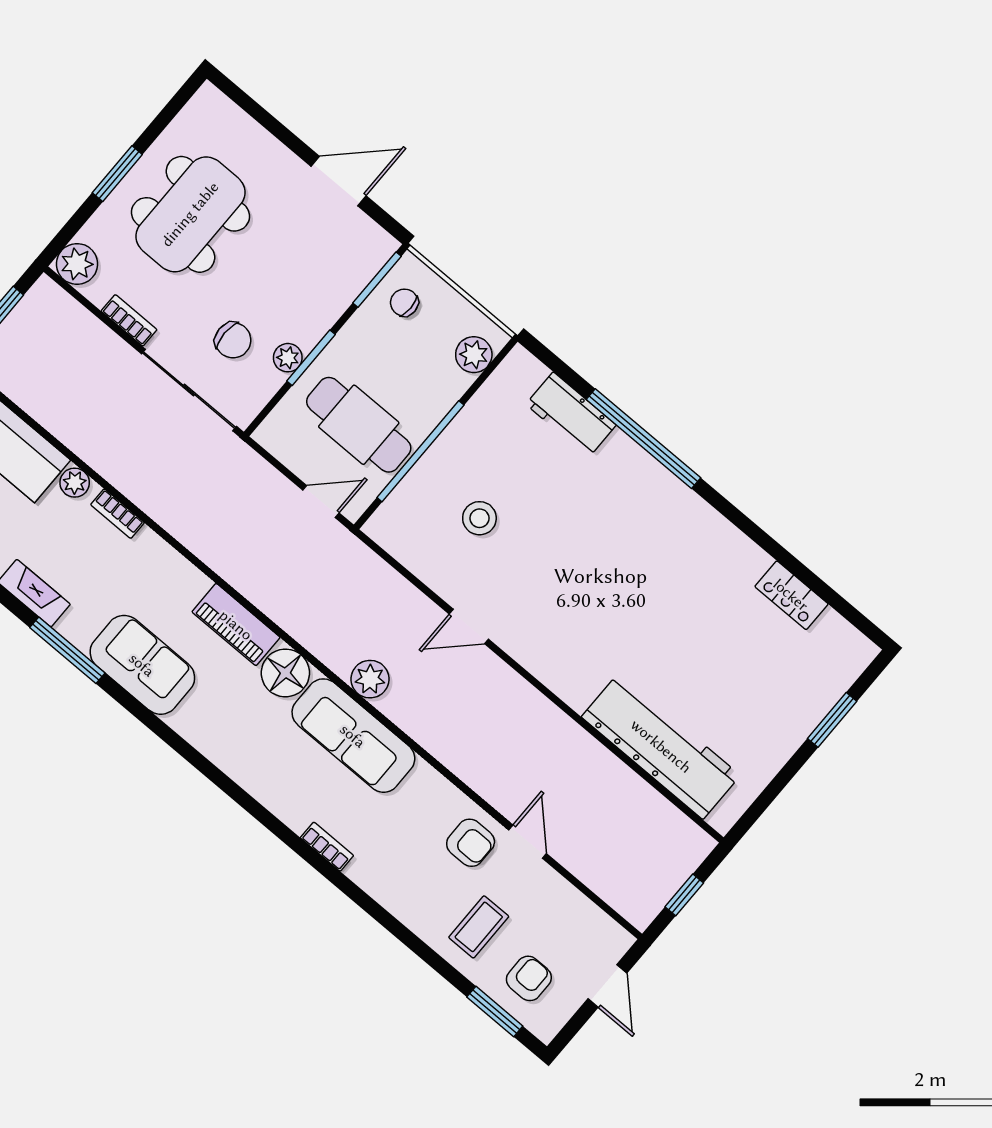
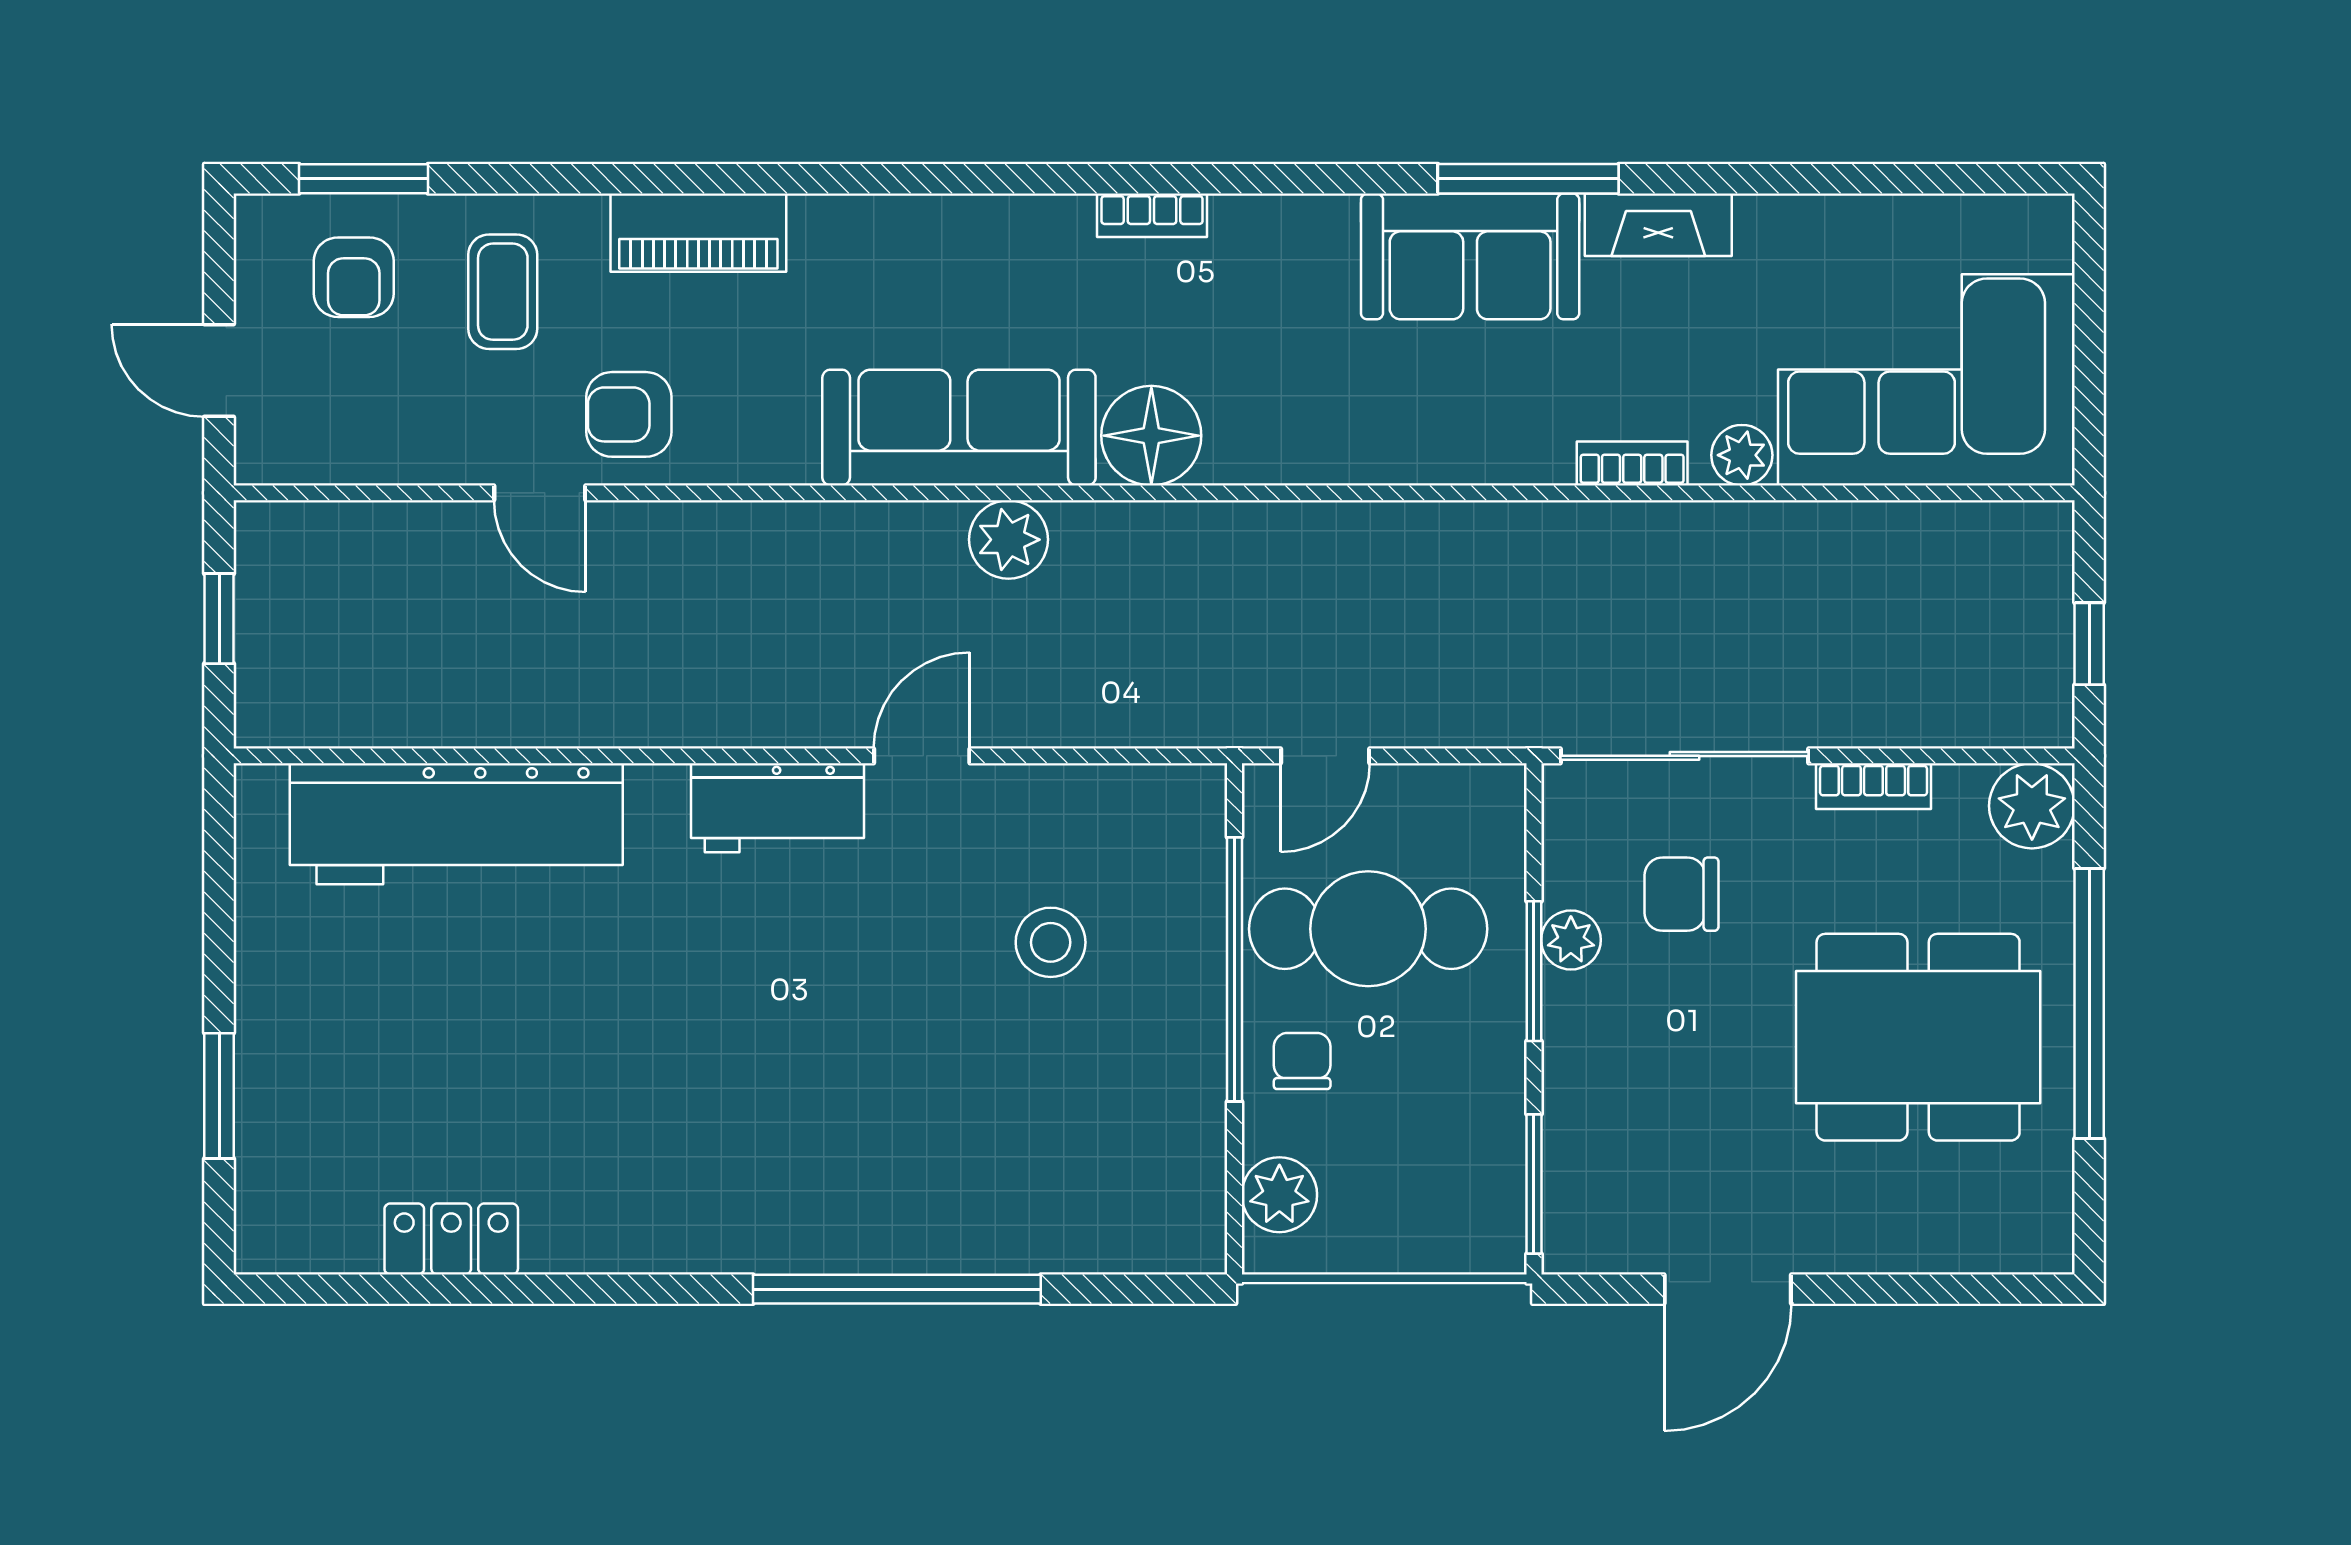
window: (117, 174) -> (2089, 1004), width x2.11
dining table: (190, 214) -> (1918, 1037), turned 90
chair: (404, 303) -> (1302, 1061), moved, turned -90
workbench: (571, 415) -> (777, 808), moved, turned 180
piano: (236, 625) -> (698, 233), moved, turned 180
sofa: (142, 665) -> (1470, 256), moved
bookcase: (327, 847) -> (1152, 215), moved

